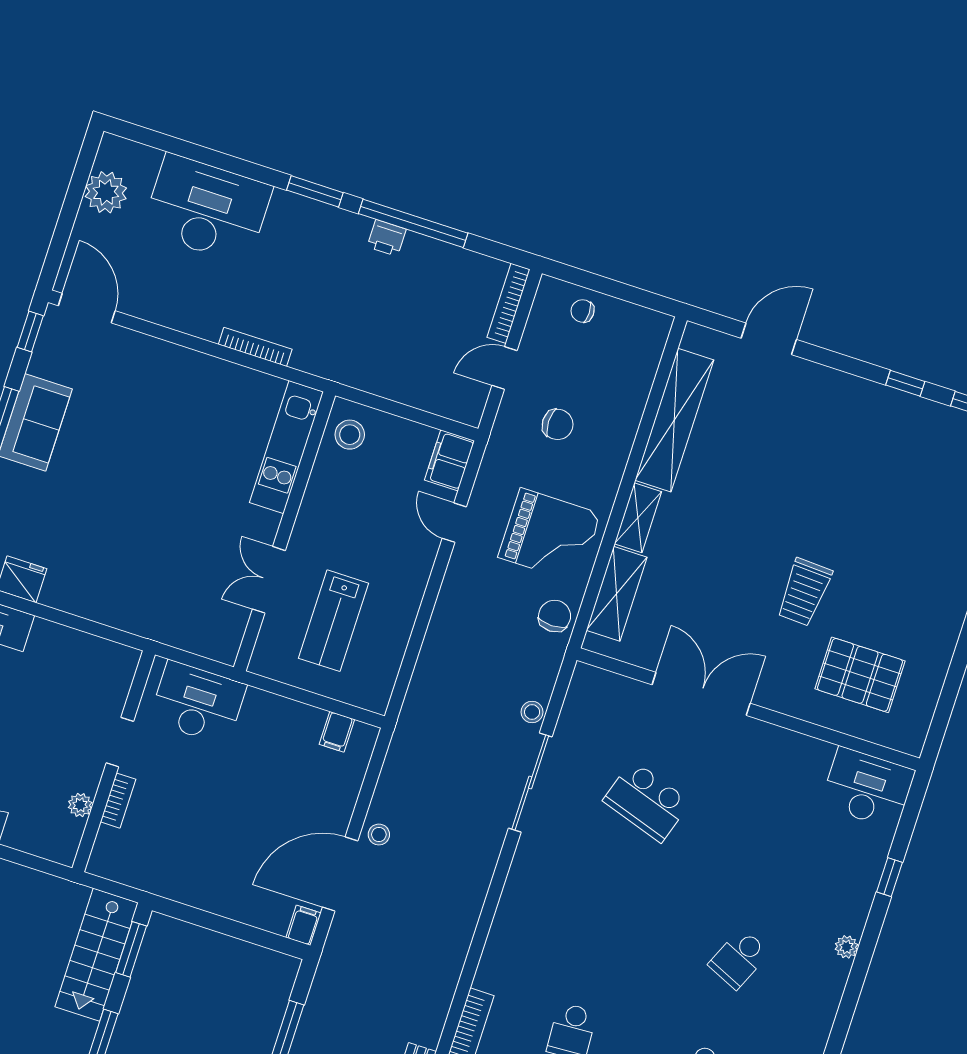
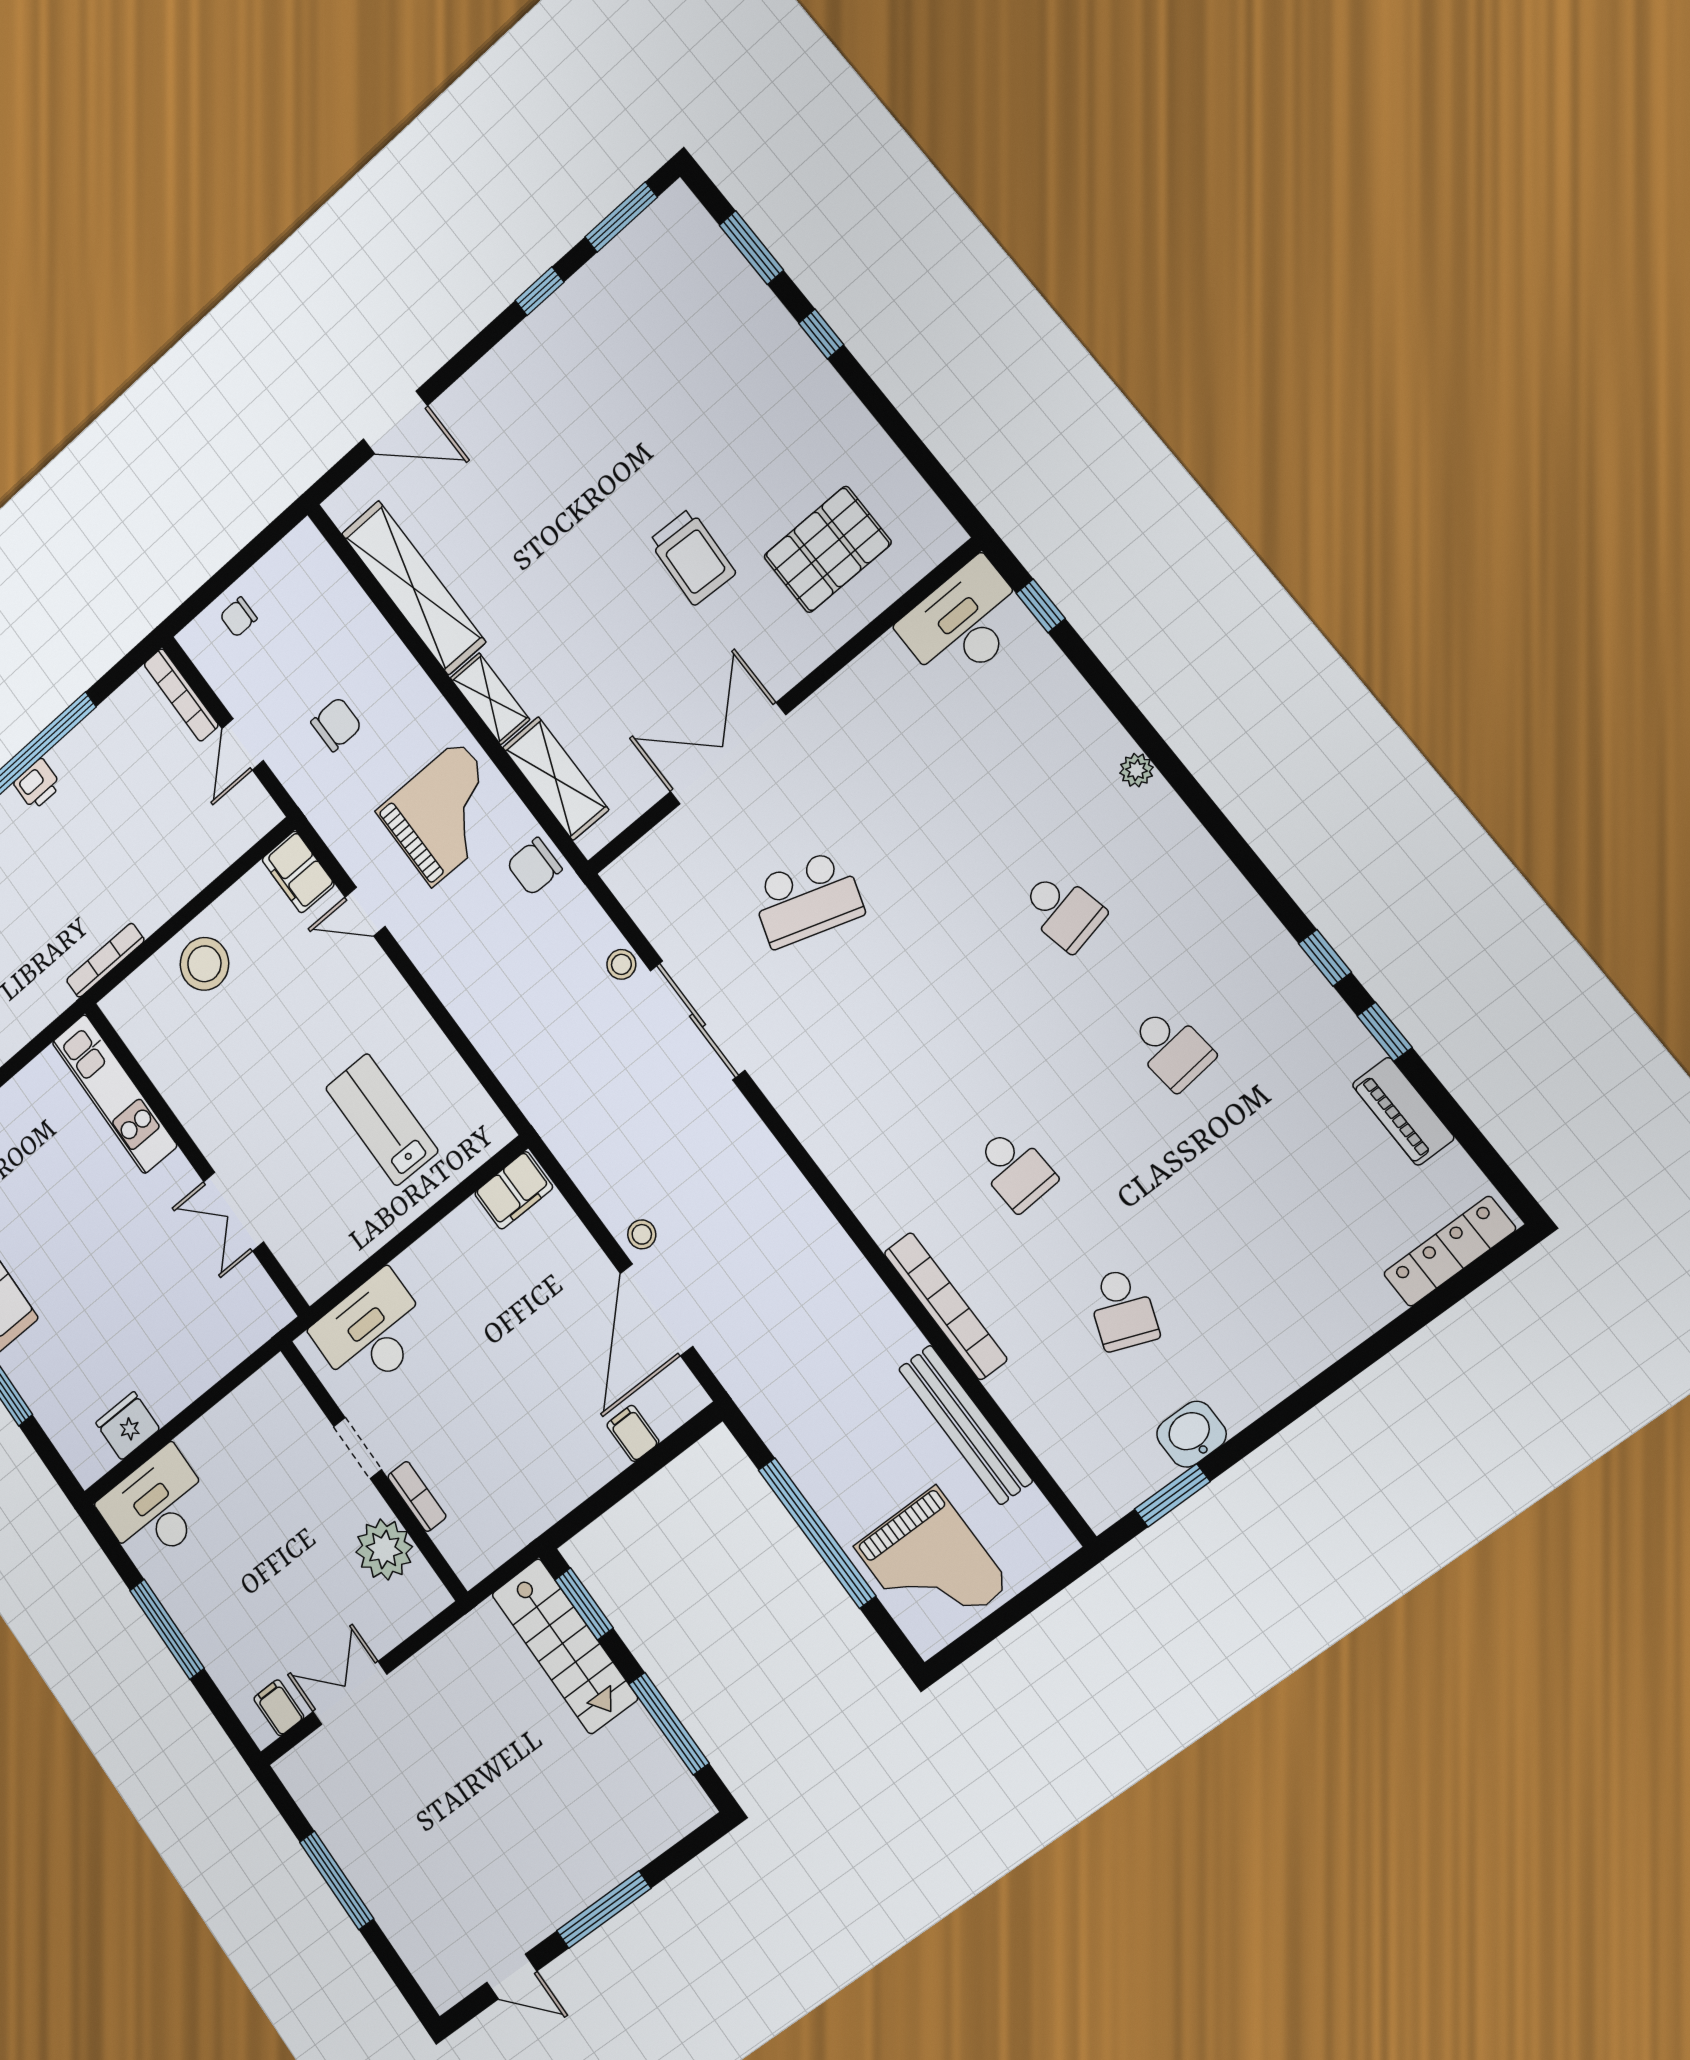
door: (769, 339) -> (395, 422), swing flipped
bookcase: (255, 347) -> (105, 960), moved
stool: (350, 435) -> (204, 964), width x1.38, depth x1.38
kitchen unit: (286, 447) -> (114, 1094), moved
wall: (285, 531) -> (196, 1158), moved
double door: (269, 580) -> (234, 1212), moved
chair: (555, 616) -> (534, 866), turned -90
lab bench: (334, 621) -> (382, 1120), turned 180
filing cabinet: (337, 732) -> (514, 1190), width x2.00
plant: (80, 805) -> (384, 1549), width x1.88, depth x1.88
window: (889, 877) -> (1041, 606), moved
filing cabinet: (303, 925) -> (633, 1433), moved
school desk: (739, 959) -> (1063, 911), turned -36

